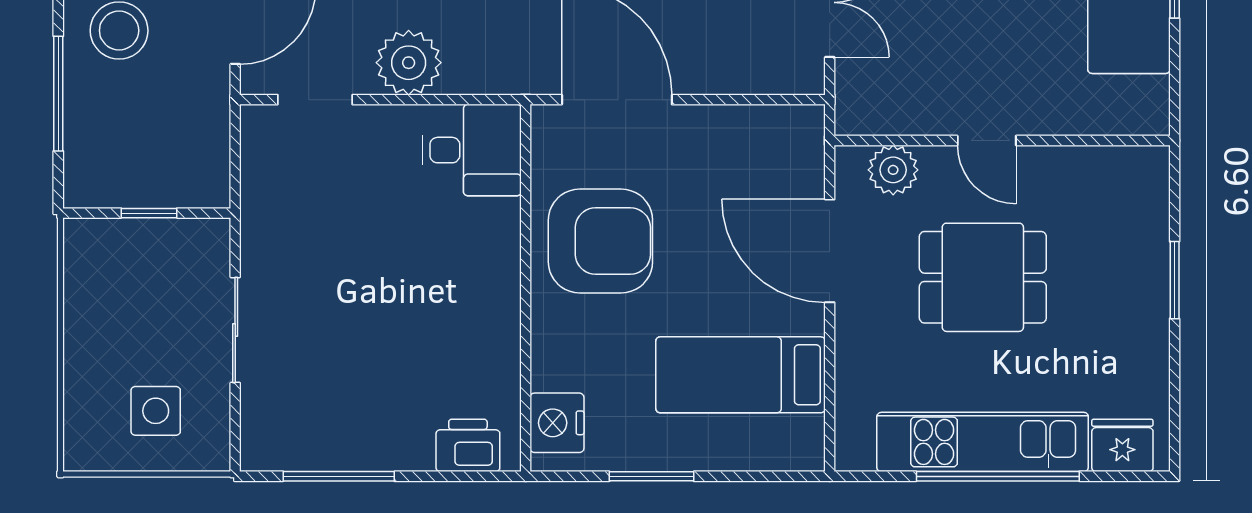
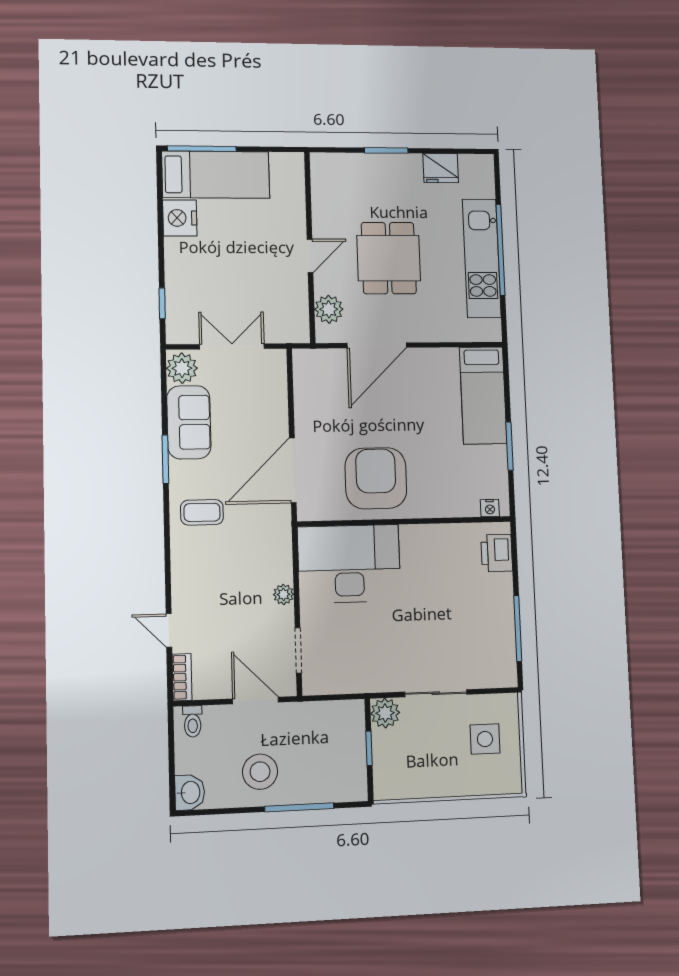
plant: (409, 63) -> (284, 594), width x0.53, depth x0.53
desk: (472, 150) -> (349, 564), width x1.87, depth x1.30
plant: (206, 242) -> (385, 713), added
bed: (741, 375) -> (483, 395), moved
nightstand: (557, 423) -> (490, 508), width x0.53, depth x0.56
fridge: (1122, 445) -> (441, 168), moved, turned -90

